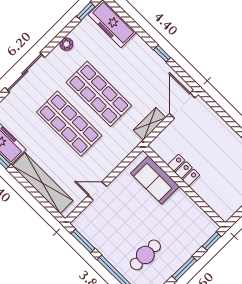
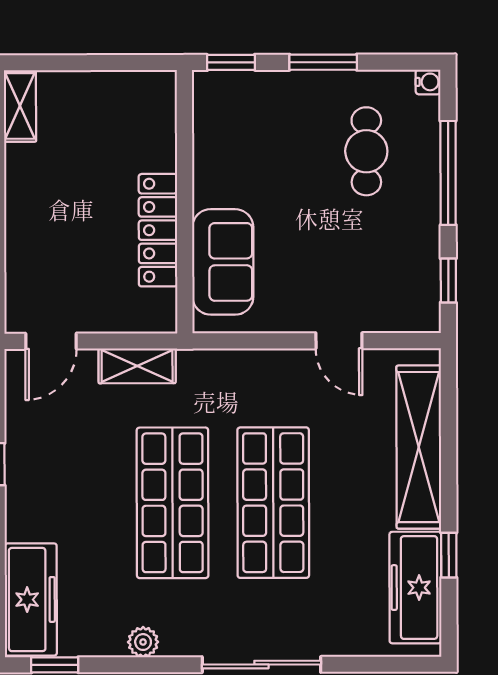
door: (182, 106) -> (51, 341), width x0.73
locker: (184, 170) -> (158, 230), width x1.53
window: (83, 241) -> (448, 280), width x0.67
cafe table: (145, 255) -> (366, 151), turned 90

